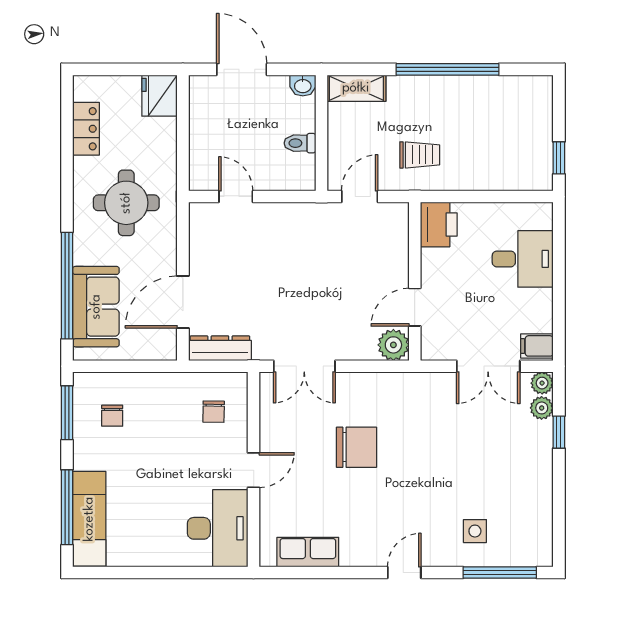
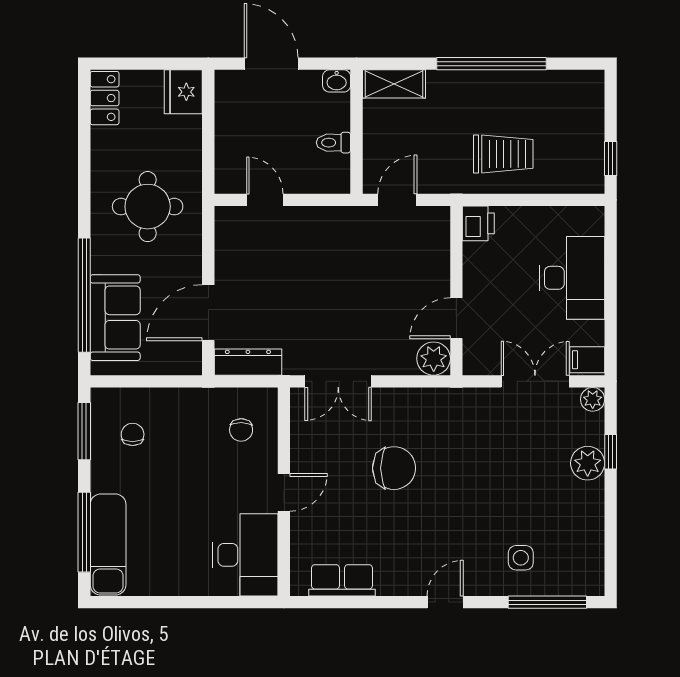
locker: (86, 129) -> (105, 98), moved
trolley: (420, 155) -> (503, 154), moved, width x1.36, depth x1.39
printer: (439, 224) -> (478, 223), width x0.73, depth x0.81
desk: (523, 259) -> (572, 278), width x1.37
double door: (488, 366) -> (535, 381), swing flipped
plant: (542, 408) -> (588, 463), moved, width x1.38, depth x1.38
chair: (112, 416) -> (133, 434), turned 180

